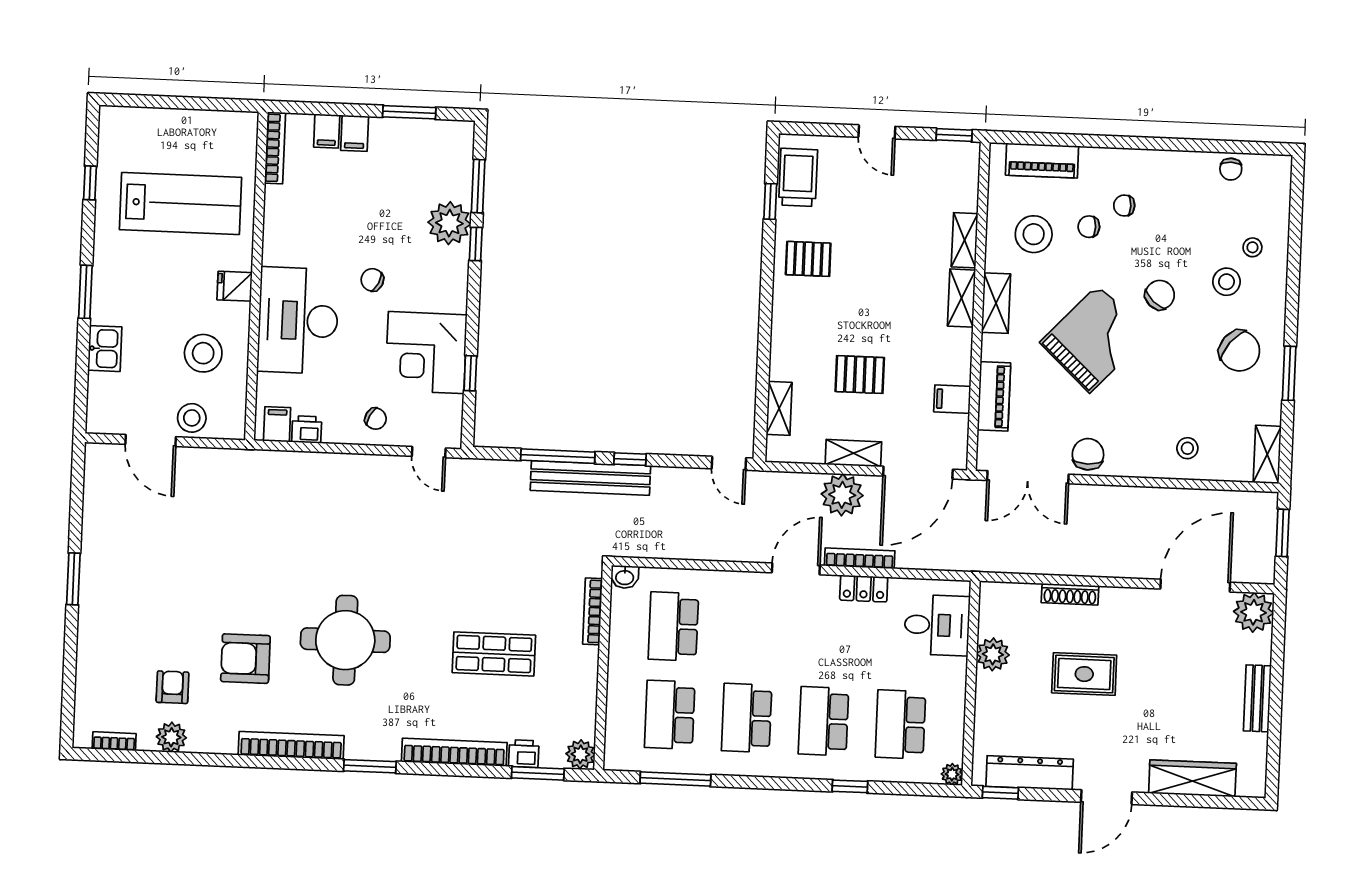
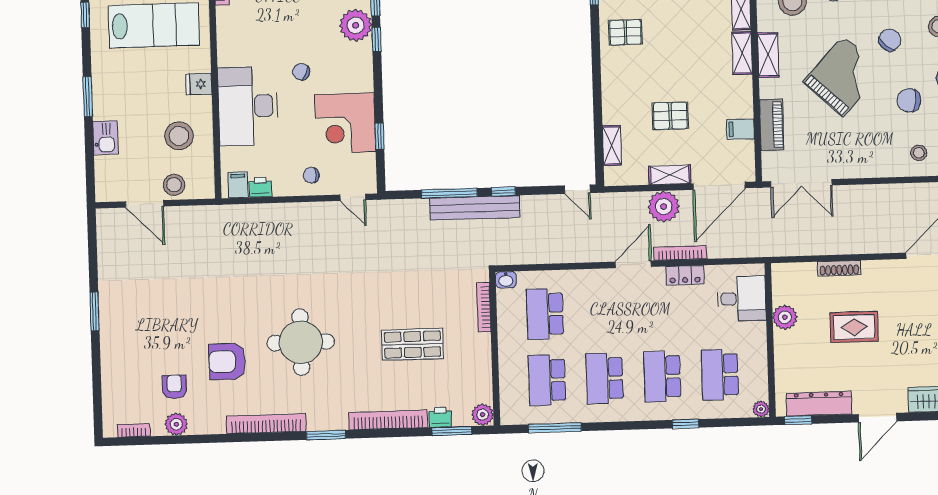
chair: (376, 419) -> (311, 175), turned 152
chair: (1088, 454) -> (909, 100), moved, turned -82

